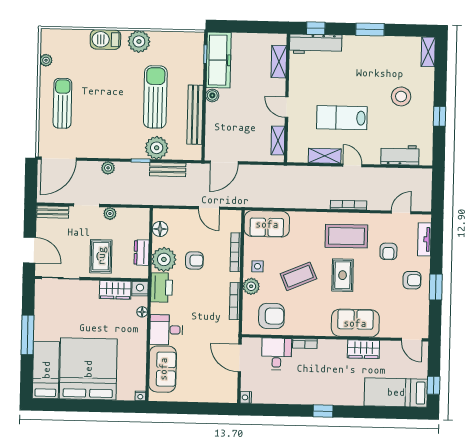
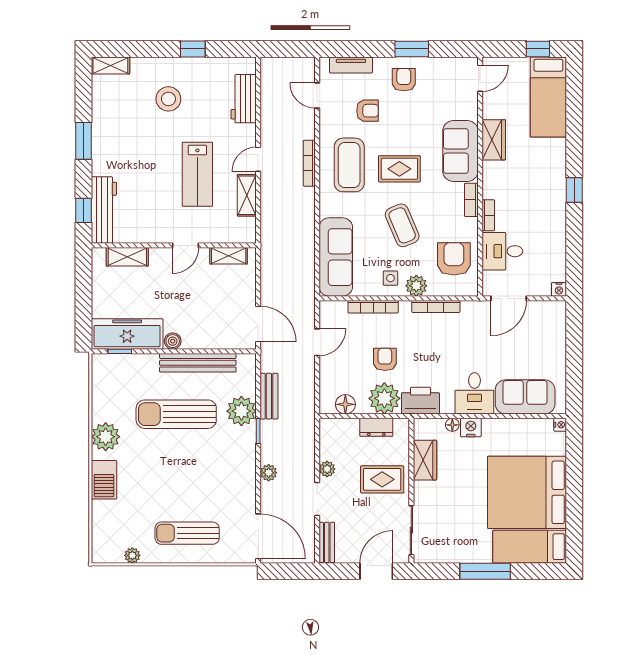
sofa: (267, 224) -> (336, 257), width x1.36
nightstand: (140, 289) -> (471, 427), moved, turned 90
bookcase: (317, 331) -> (471, 200), added

